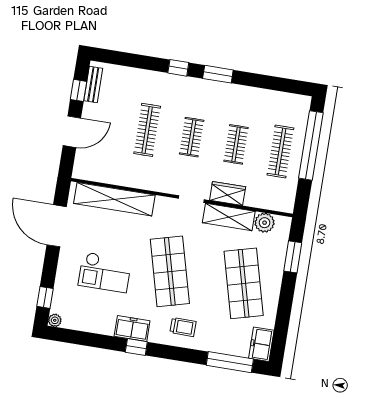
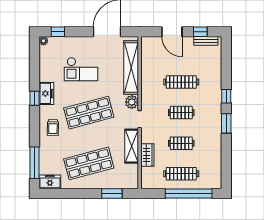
wardrobe: (228, 193) -> (147, 155), moved
plant: (265, 223) -> (132, 102), moved
checkout: (105, 272) -> (81, 69), turned -90

